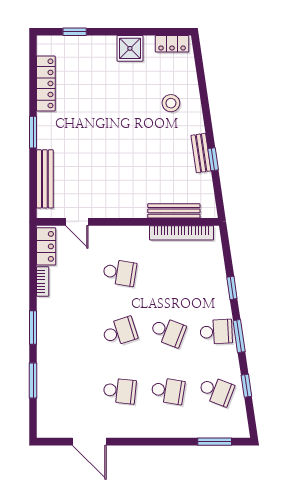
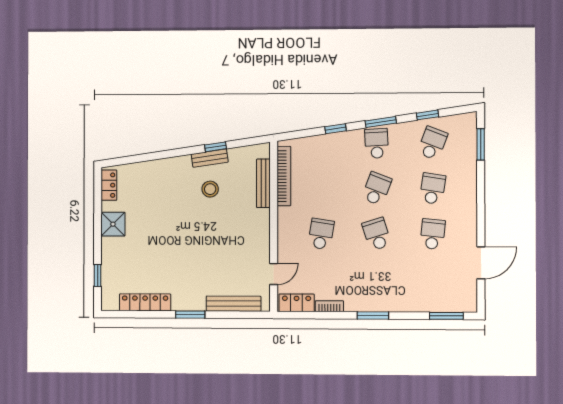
stool: (171, 103) -> (210, 189), moved
window: (33, 380) -> (446, 316), moved

